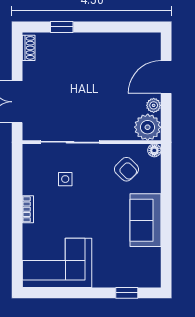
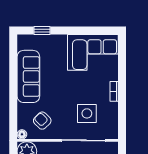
side table: (65, 179) -> (87, 113), width x1.87, depth x1.87
sofa: (145, 220) -> (28, 76), width x1.36

